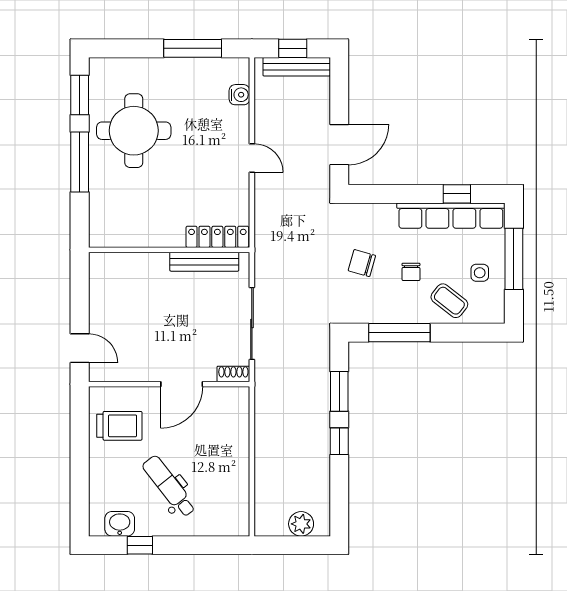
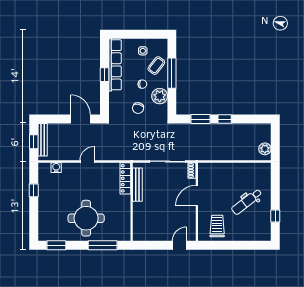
window: (193, 48) -> (34, 190), width x0.46
round table: (134, 131) -> (86, 218), moved
window: (80, 162) -> (103, 245), moved
window: (457, 194) -> (104, 75), moved
window: (514, 259) -> (136, 34), removed
plant: (386, 307) -> (160, 96), added
window: (399, 333) -> (172, 73), moved
door: (182, 384) -> (197, 196), swing flipped
washbasin: (120, 524) -> (265, 226), removed
plant: (301, 524) -> (265, 149), moved

